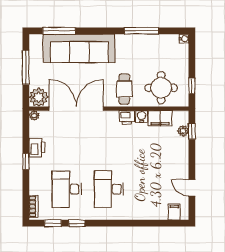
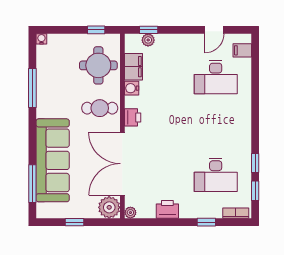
window: (26, 67) -> (75, 222), width x0.46
printer: (127, 117) -> (133, 117), moved
window: (26, 161) -> (206, 222), moved
desk: (109, 189) -> (216, 77), moved

